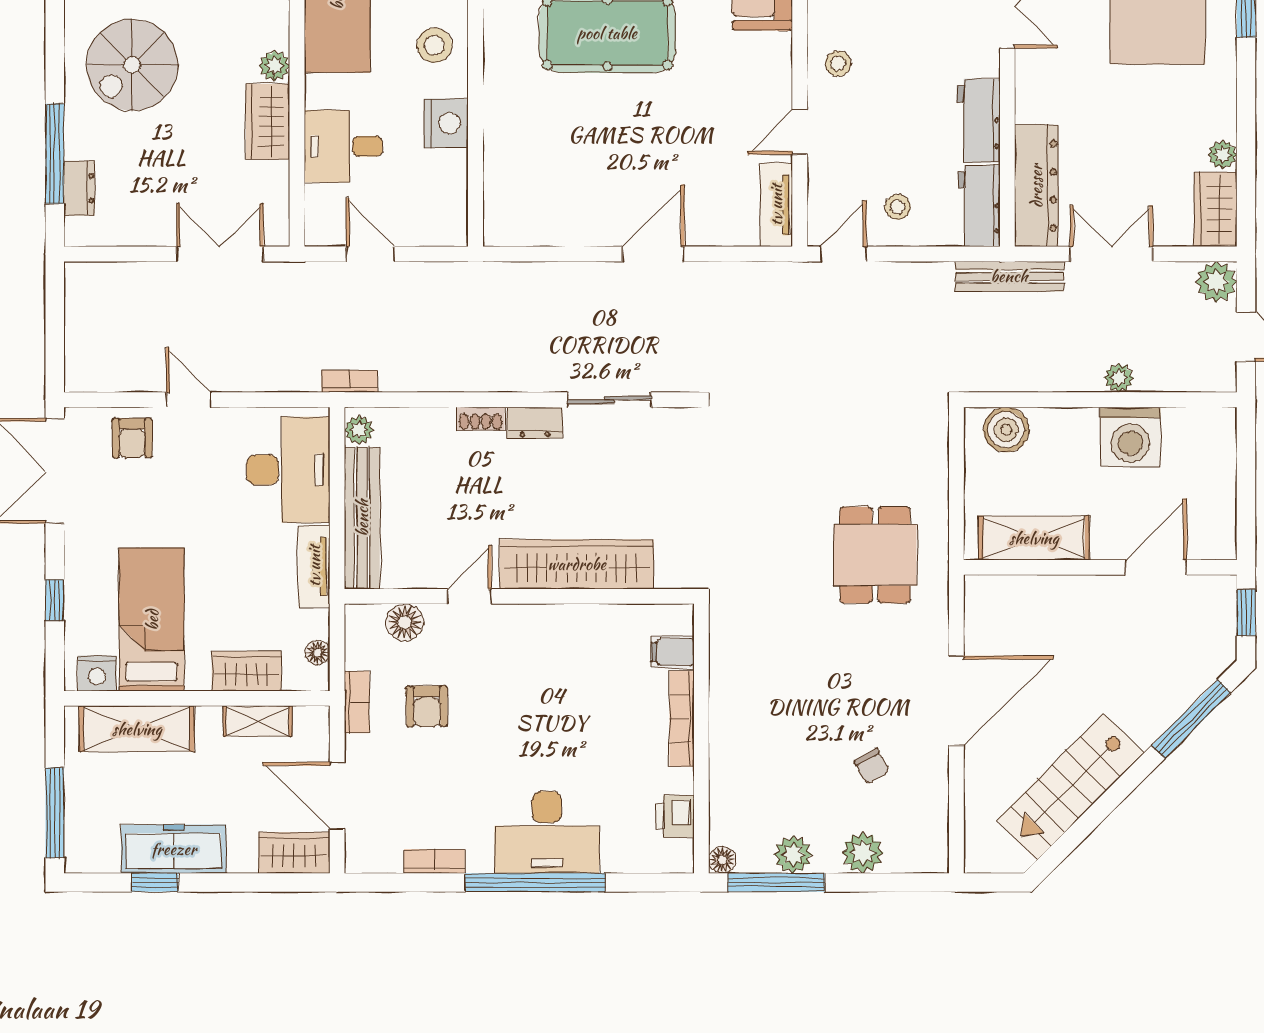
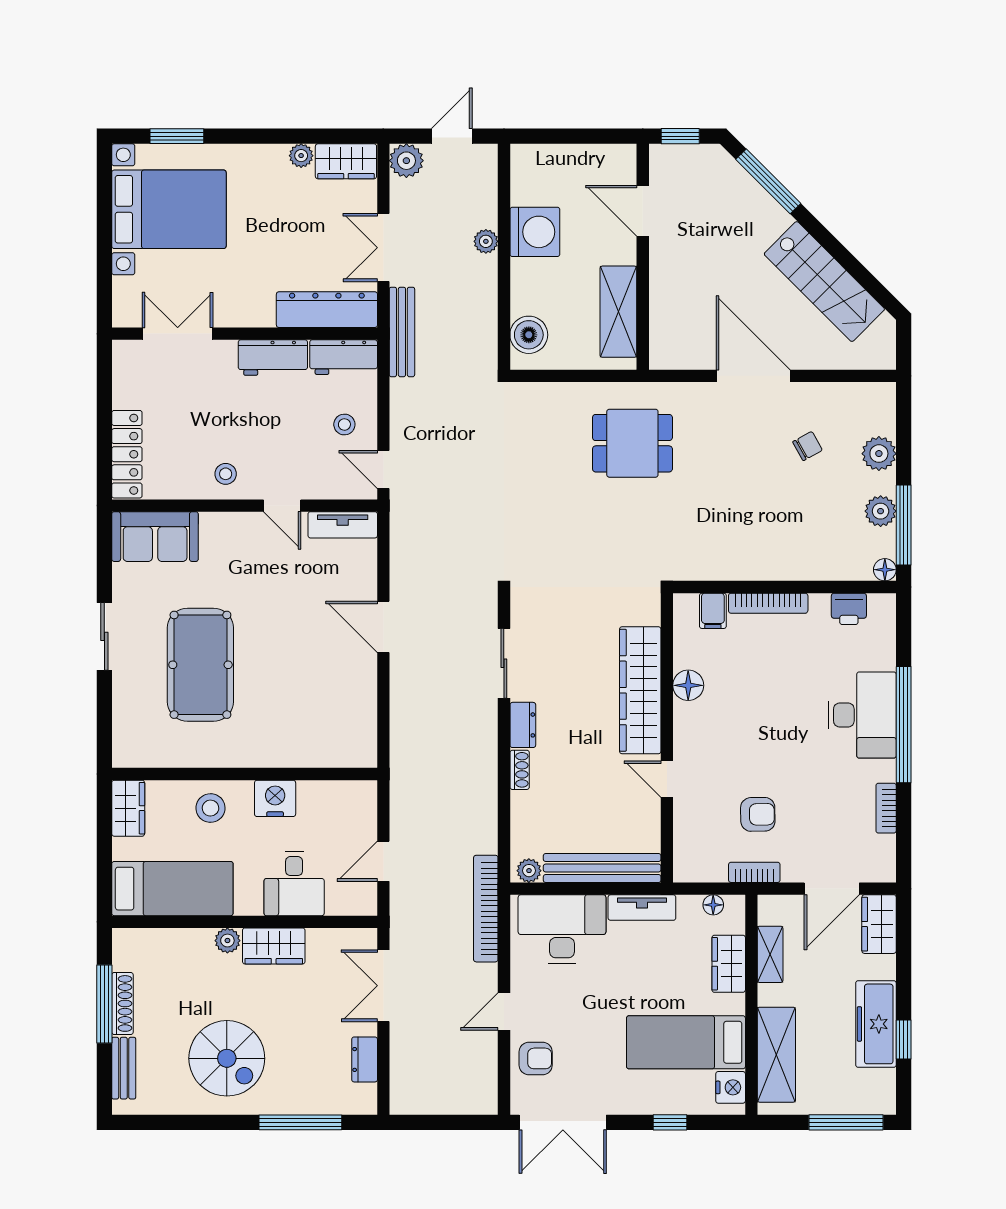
dresser: (79, 188) -> (365, 1059), moved, turned -90
bookcase: (350, 381) -> (486, 909), width x2.31, depth x1.31
floor lamp: (405, 622) -> (688, 685), moved

